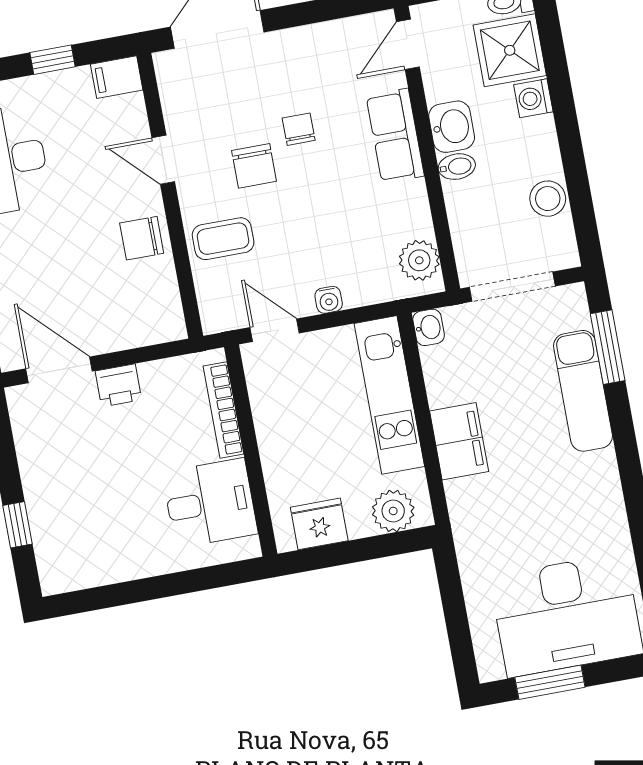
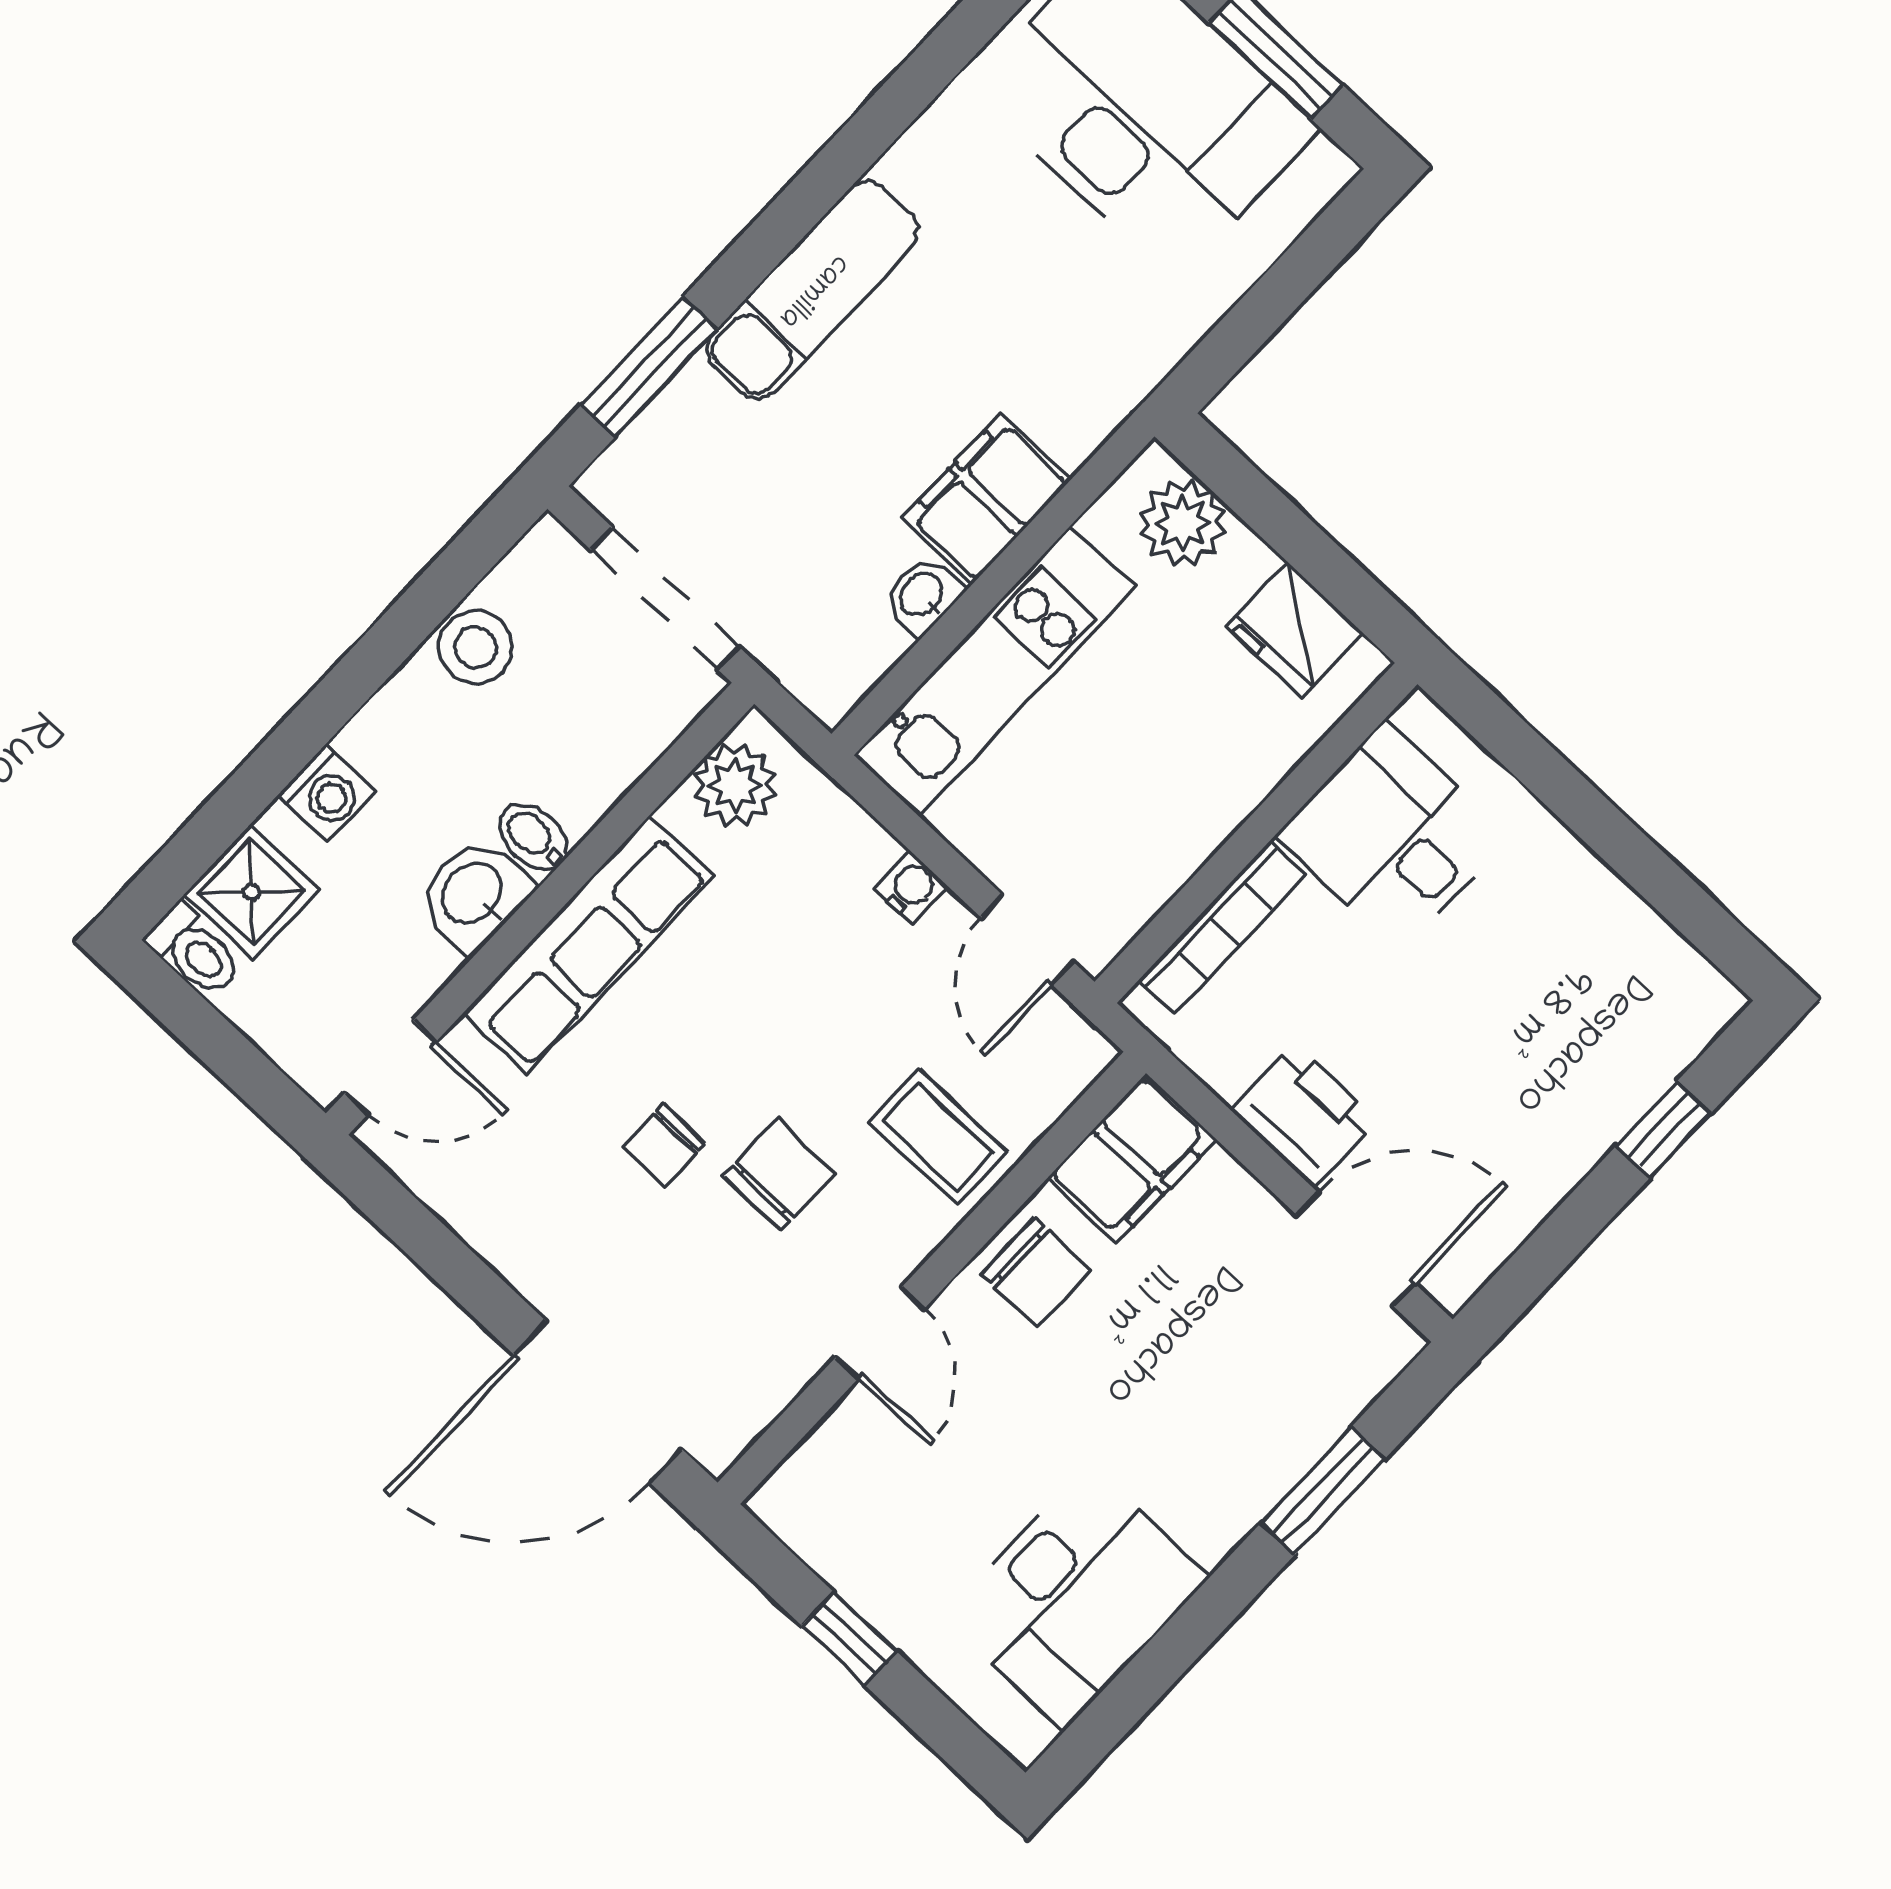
shower: (510, 50) -> (252, 892), width x0.73, depth x0.73
filing cabinet: (117, 77) -> (1132, 1159), moved, width x2.00
row of seats: (395, 136) -> (588, 945), width x1.48
washbasin: (429, 327) -> (922, 595), moved
door: (59, 370) -> (1356, 1250), swing flipped
printer: (118, 385) -> (1304, 1115), width x1.36, depth x1.24
exam couch: (583, 391) -> (813, 290), moved

